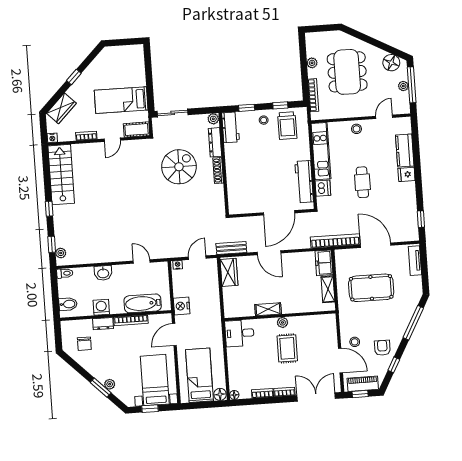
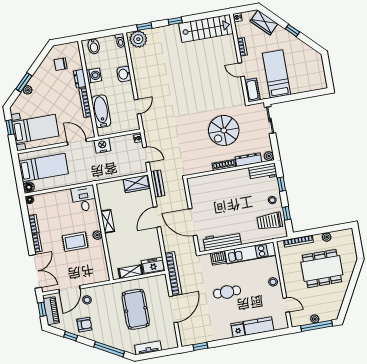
floor lamp: (391, 63) -> (334, 306), removed
spiral stairs: (179, 167) -> (224, 130), turned 90
plant: (61, 253) -> (138, 39), width x1.88, depth x1.88
tv unit: (415, 261) -> (148, 348), moved

